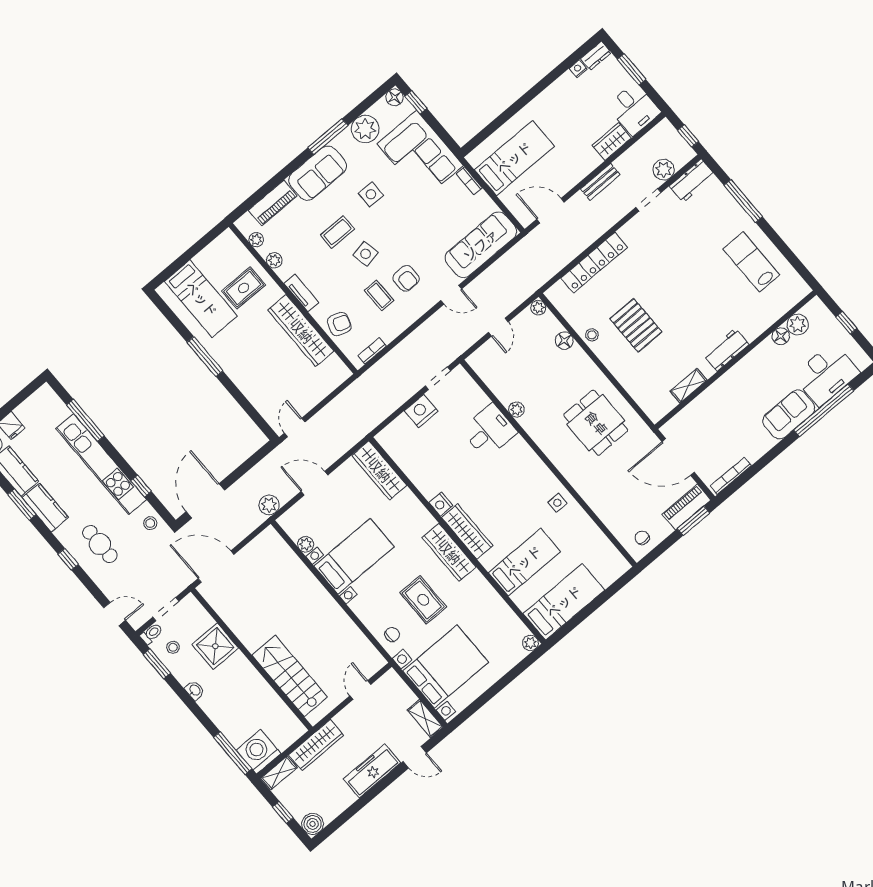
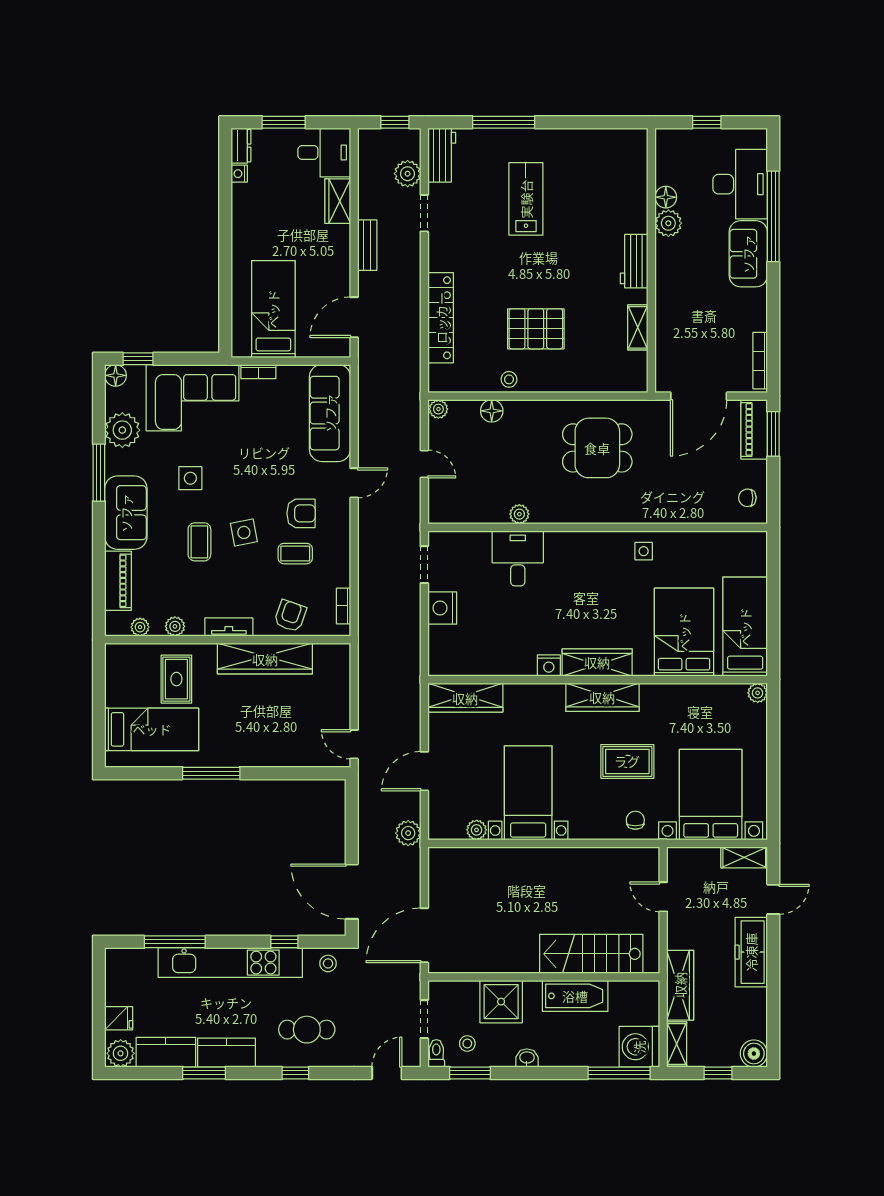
lab bench: (751, 262) -> (526, 199), moved, turned 90
plant: (798, 325) -> (668, 223), moved
bed: (524, 562) -> (684, 632), width x1.50
bathtub: (256, 688) -> (575, 996), added

